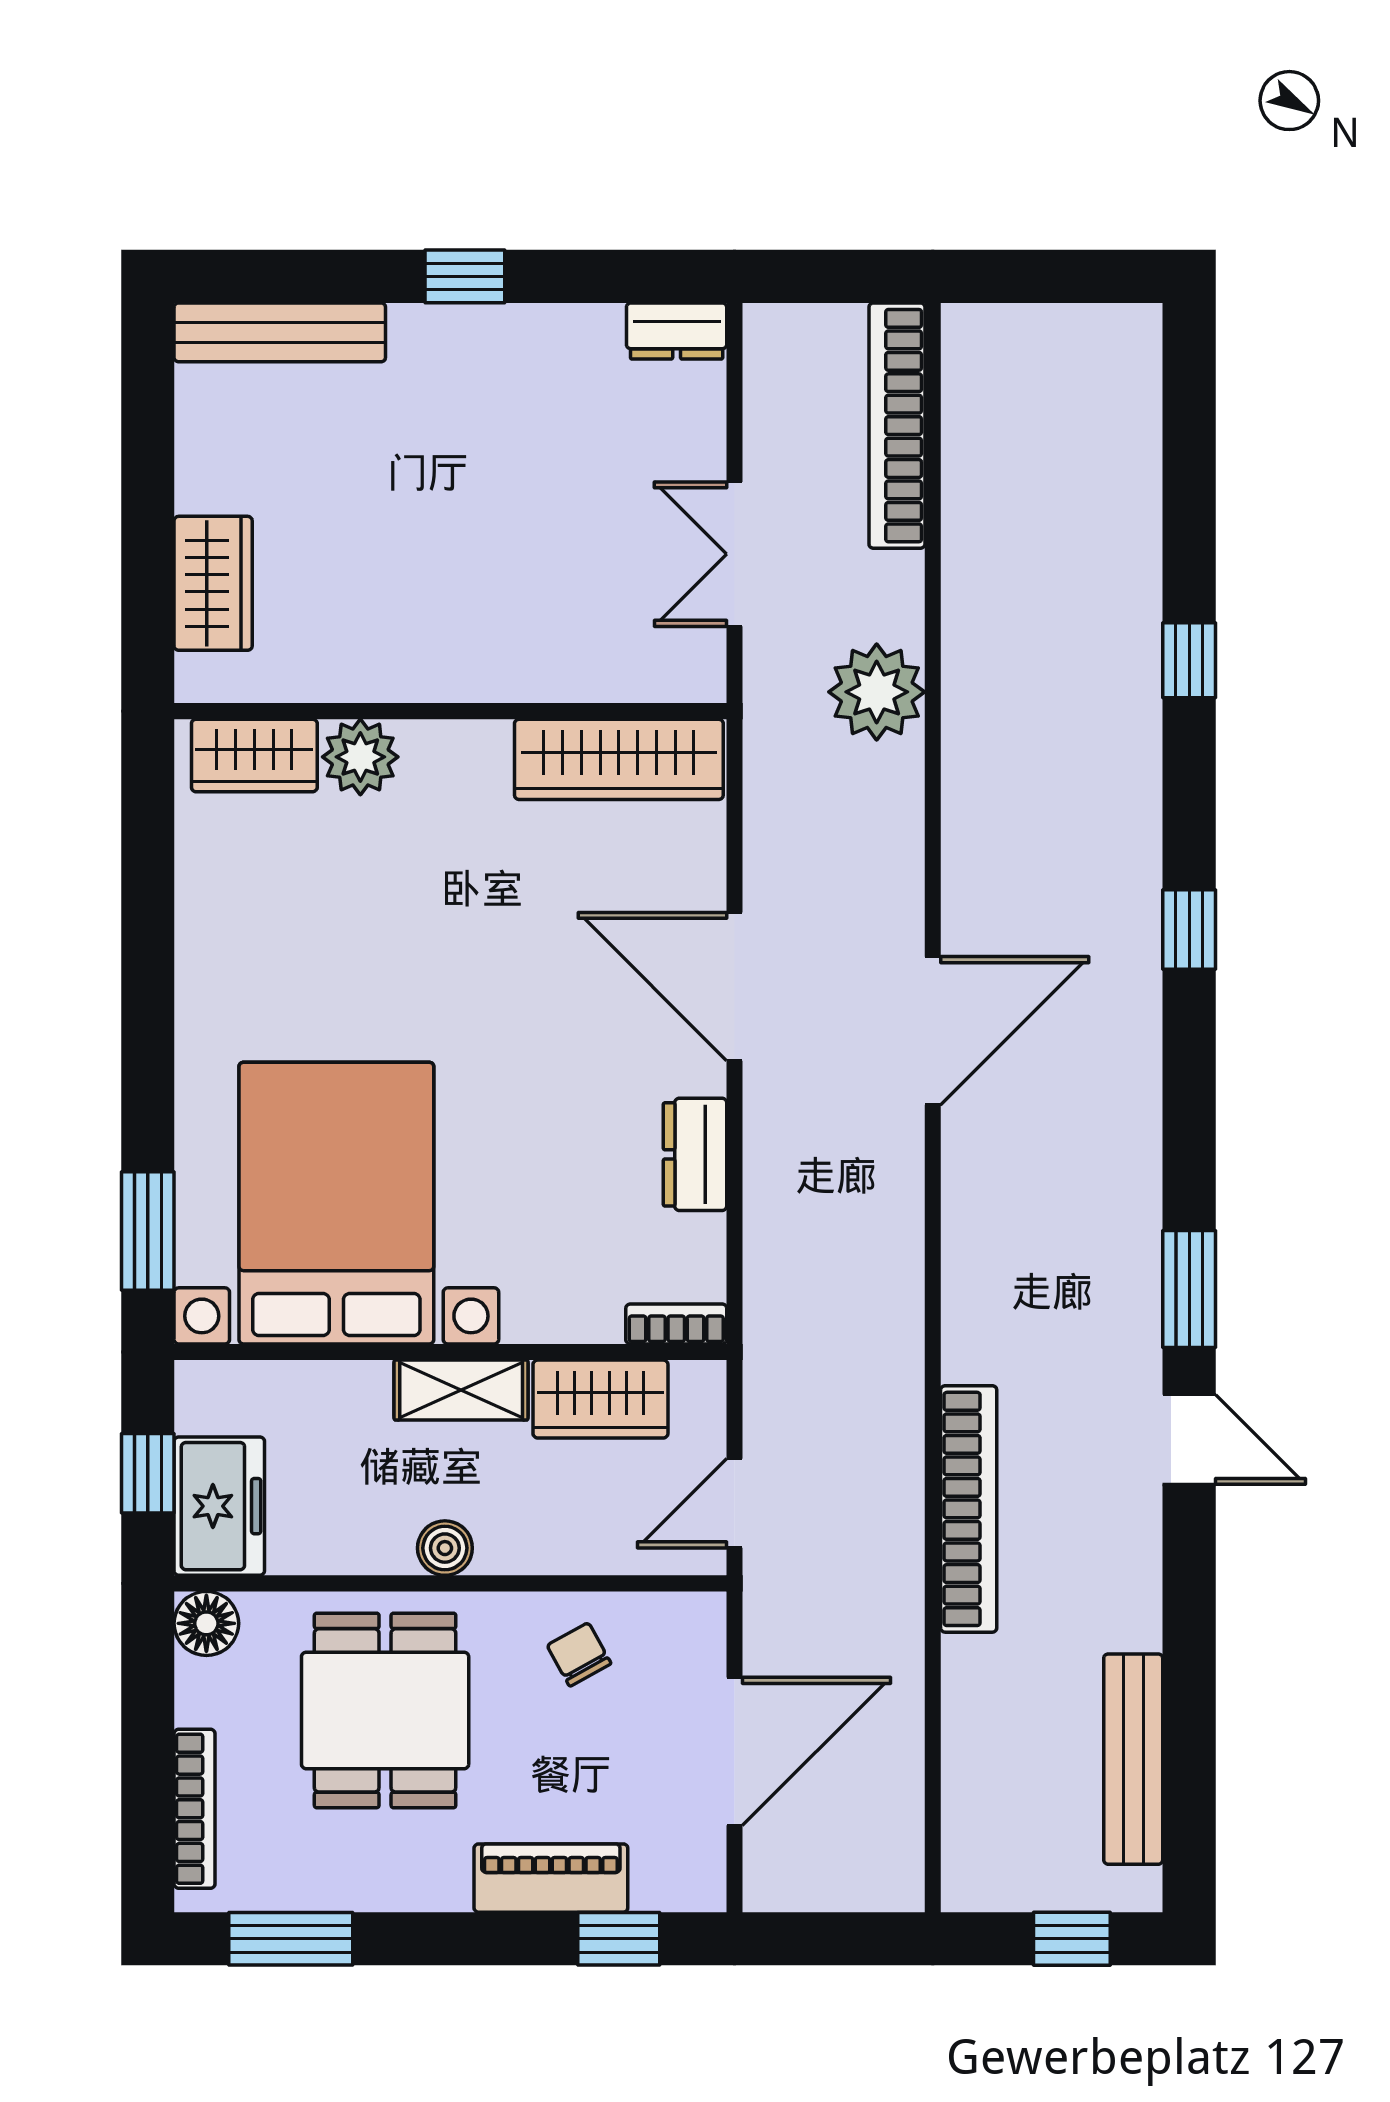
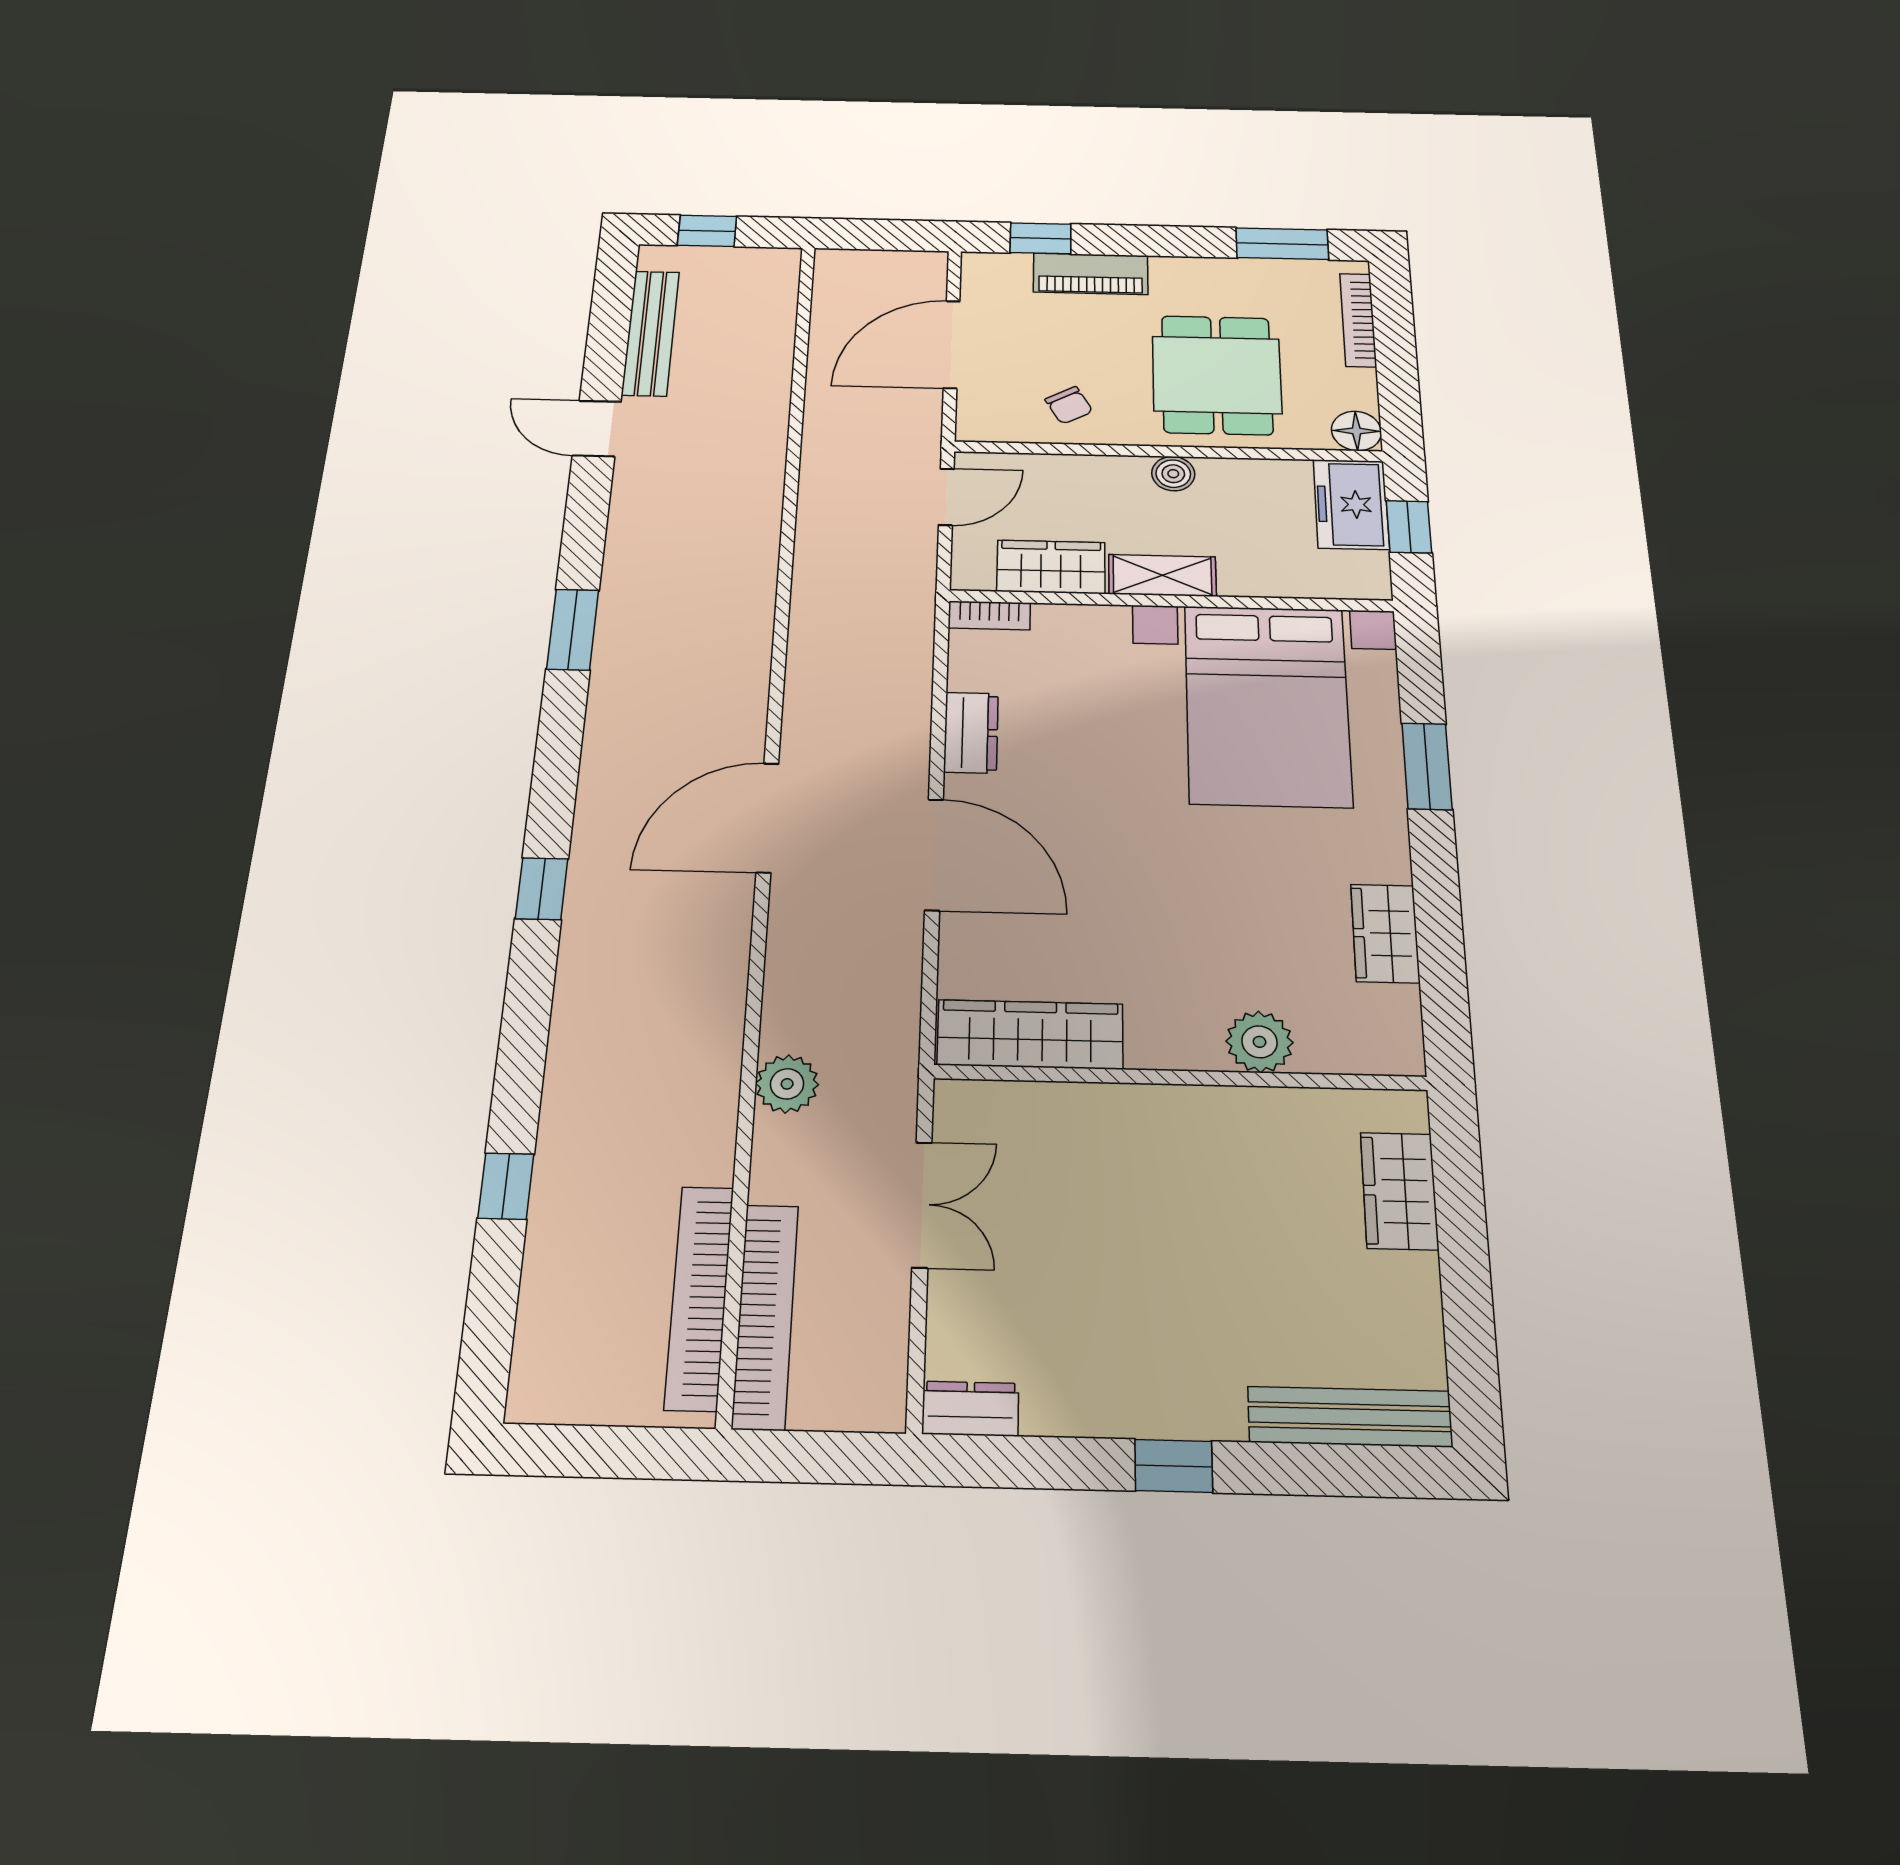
window: (1189, 660) -> (506, 1186), moved
plant: (877, 692) -> (787, 1084), width x0.73, depth x0.73
wardrobe: (254, 755) -> (1385, 933), moved, turned -90
window: (148, 1231) -> (1427, 766), moved
door: (1189, 1439) -> (597, 429), moved
bookcase: (969, 1509) -> (699, 1297), moved

